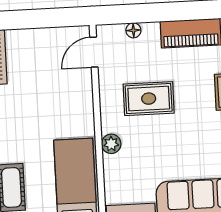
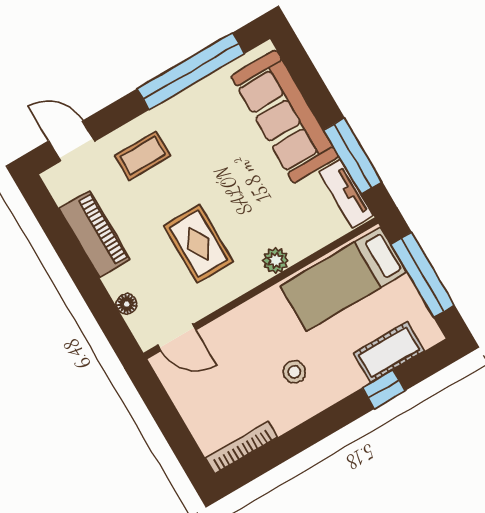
stool: (31, 118) -> (294, 372), added

